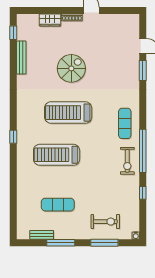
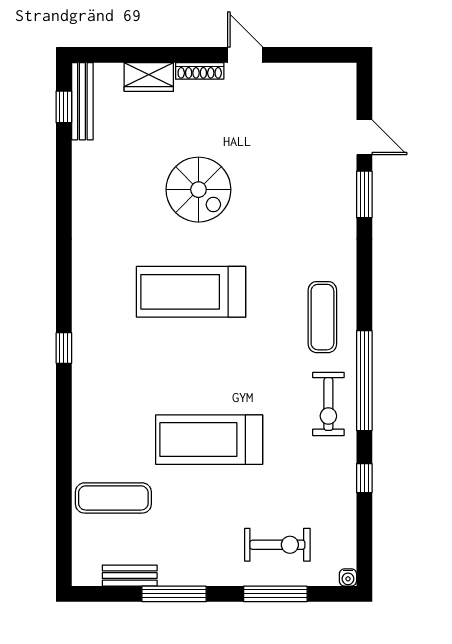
bench: (21, 57) -> (82, 101), moved
spiral stairs: (71, 68) -> (198, 190), turned 90
treadmill: (57, 155) -> (209, 440), moved
exercise mat: (58, 205) -> (113, 498), moved

